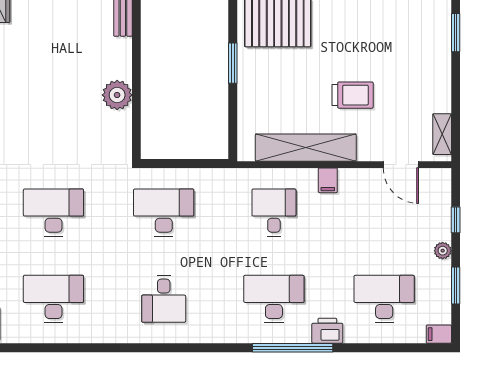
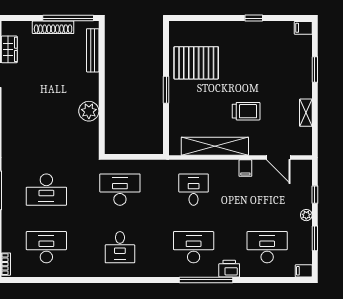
shelving: (442, 134) -> (306, 113), moved
filing cabinet: (328, 180) -> (245, 168), moved
desk: (53, 212) -> (46, 190), turned 180

